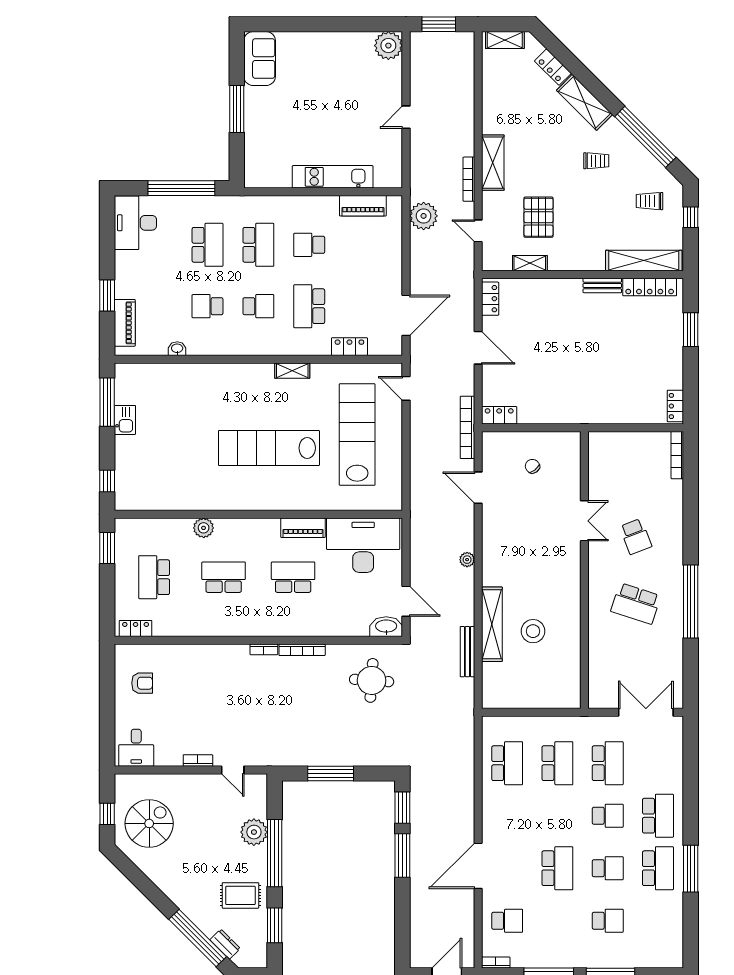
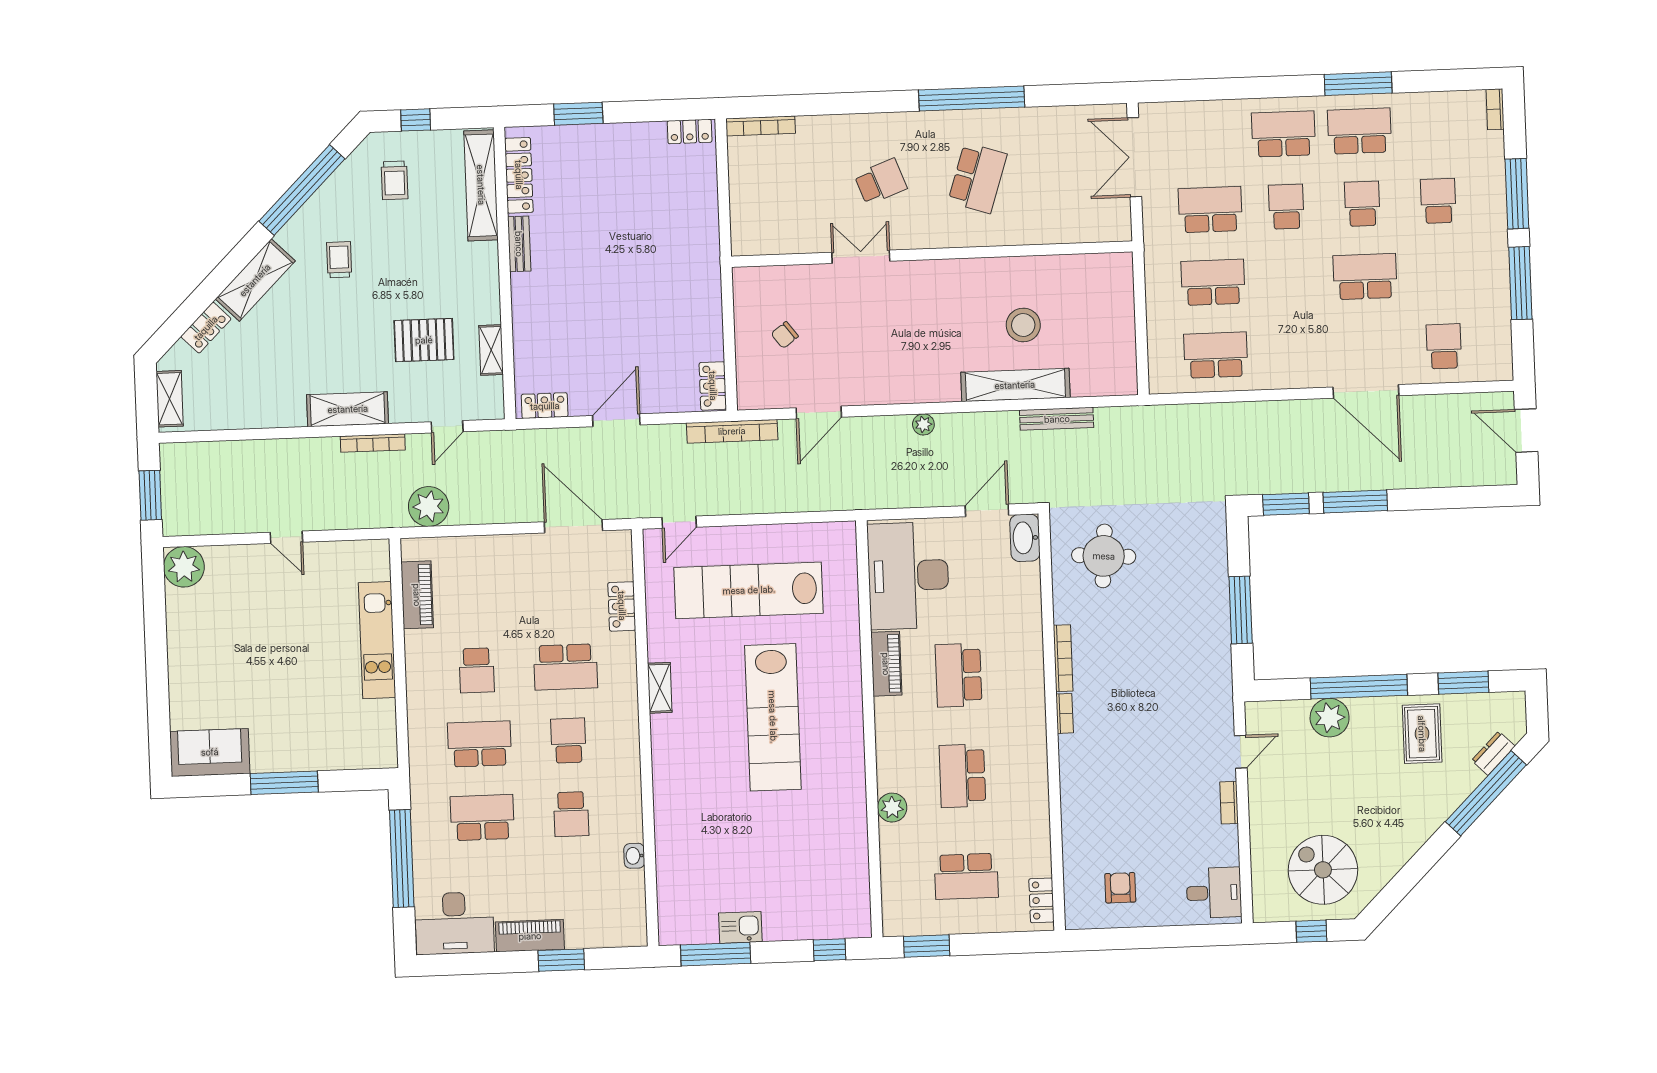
piano: (125, 323) -> (530, 936), moved
bookcase: (496, 962) -> (1495, 109), moved

